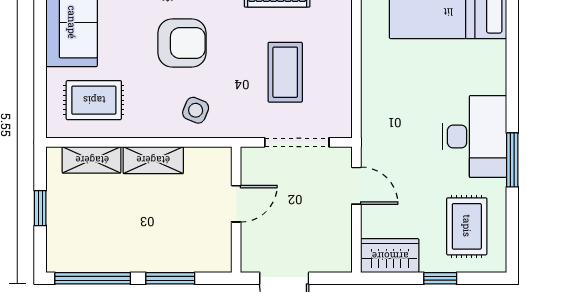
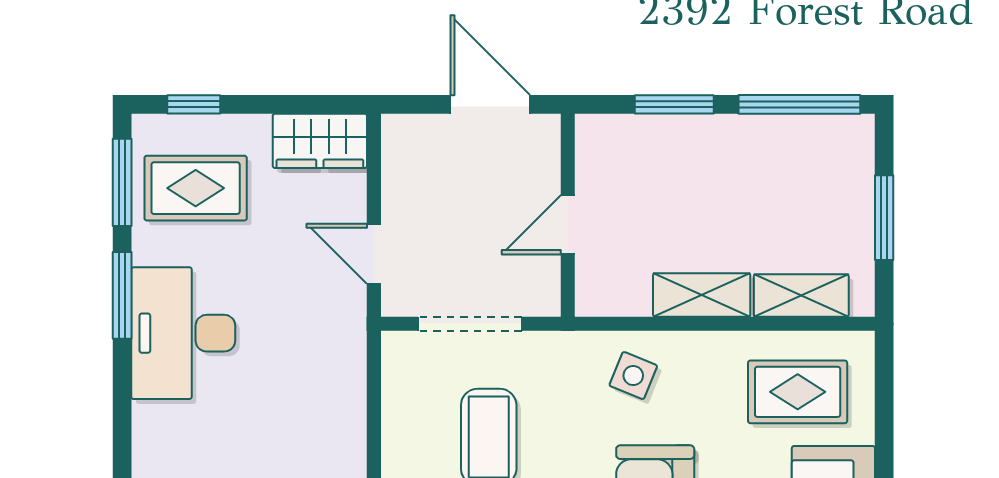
window: (40, 208) -> (884, 218), width x1.50
rug: (467, 226) -> (196, 188), turned 90
window: (512, 230) -> (122, 182), added
window: (440, 278) -> (194, 104), moved

